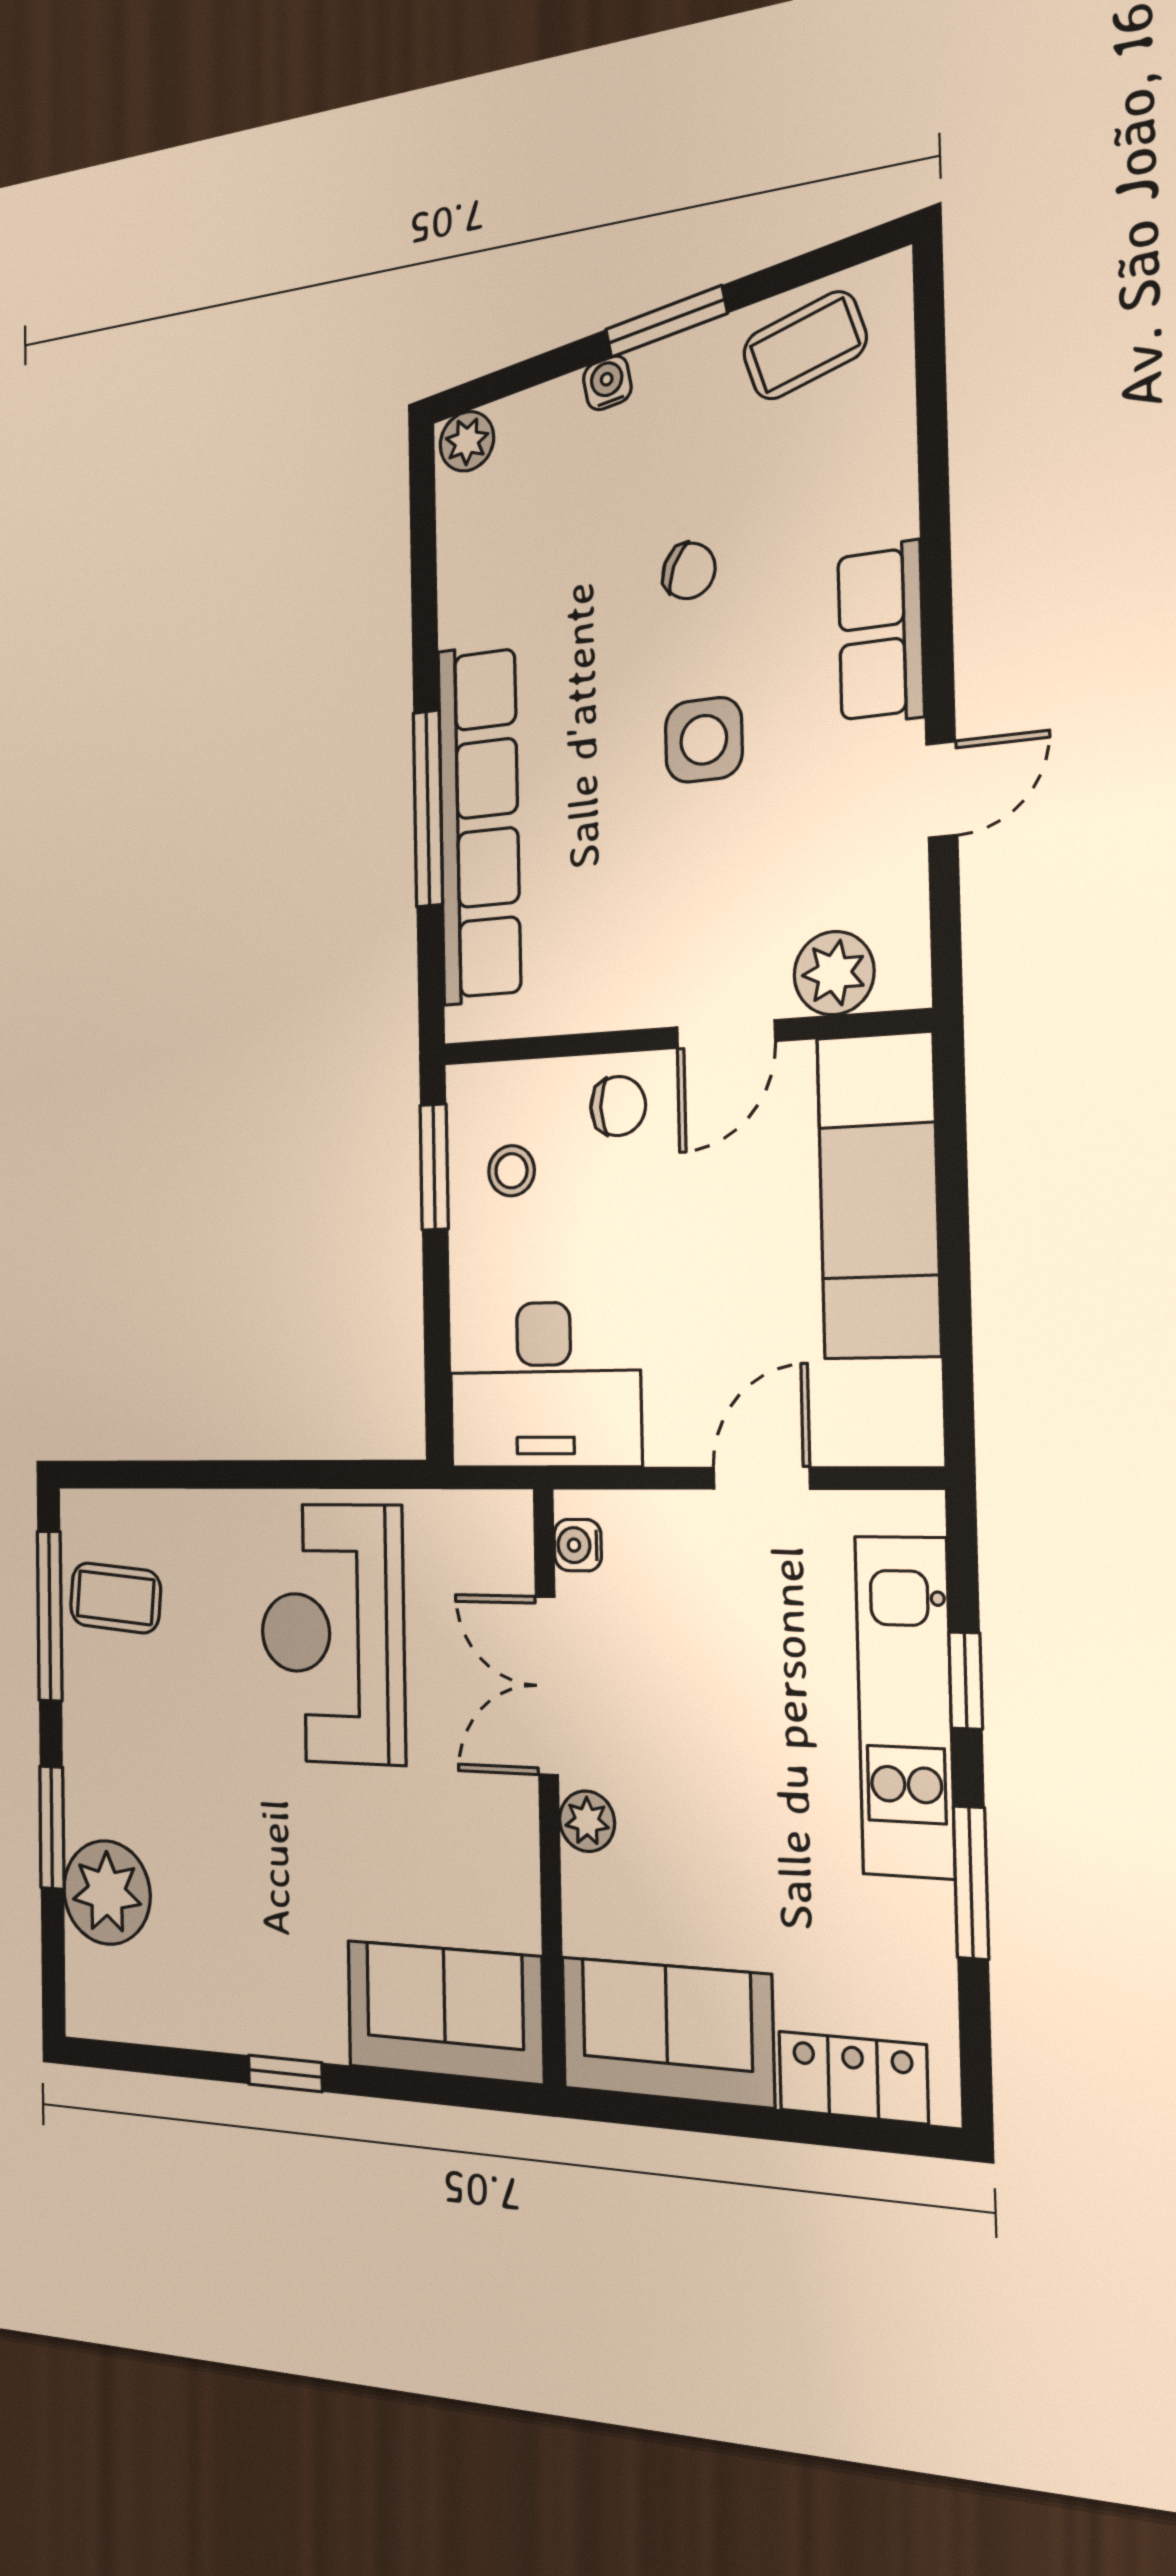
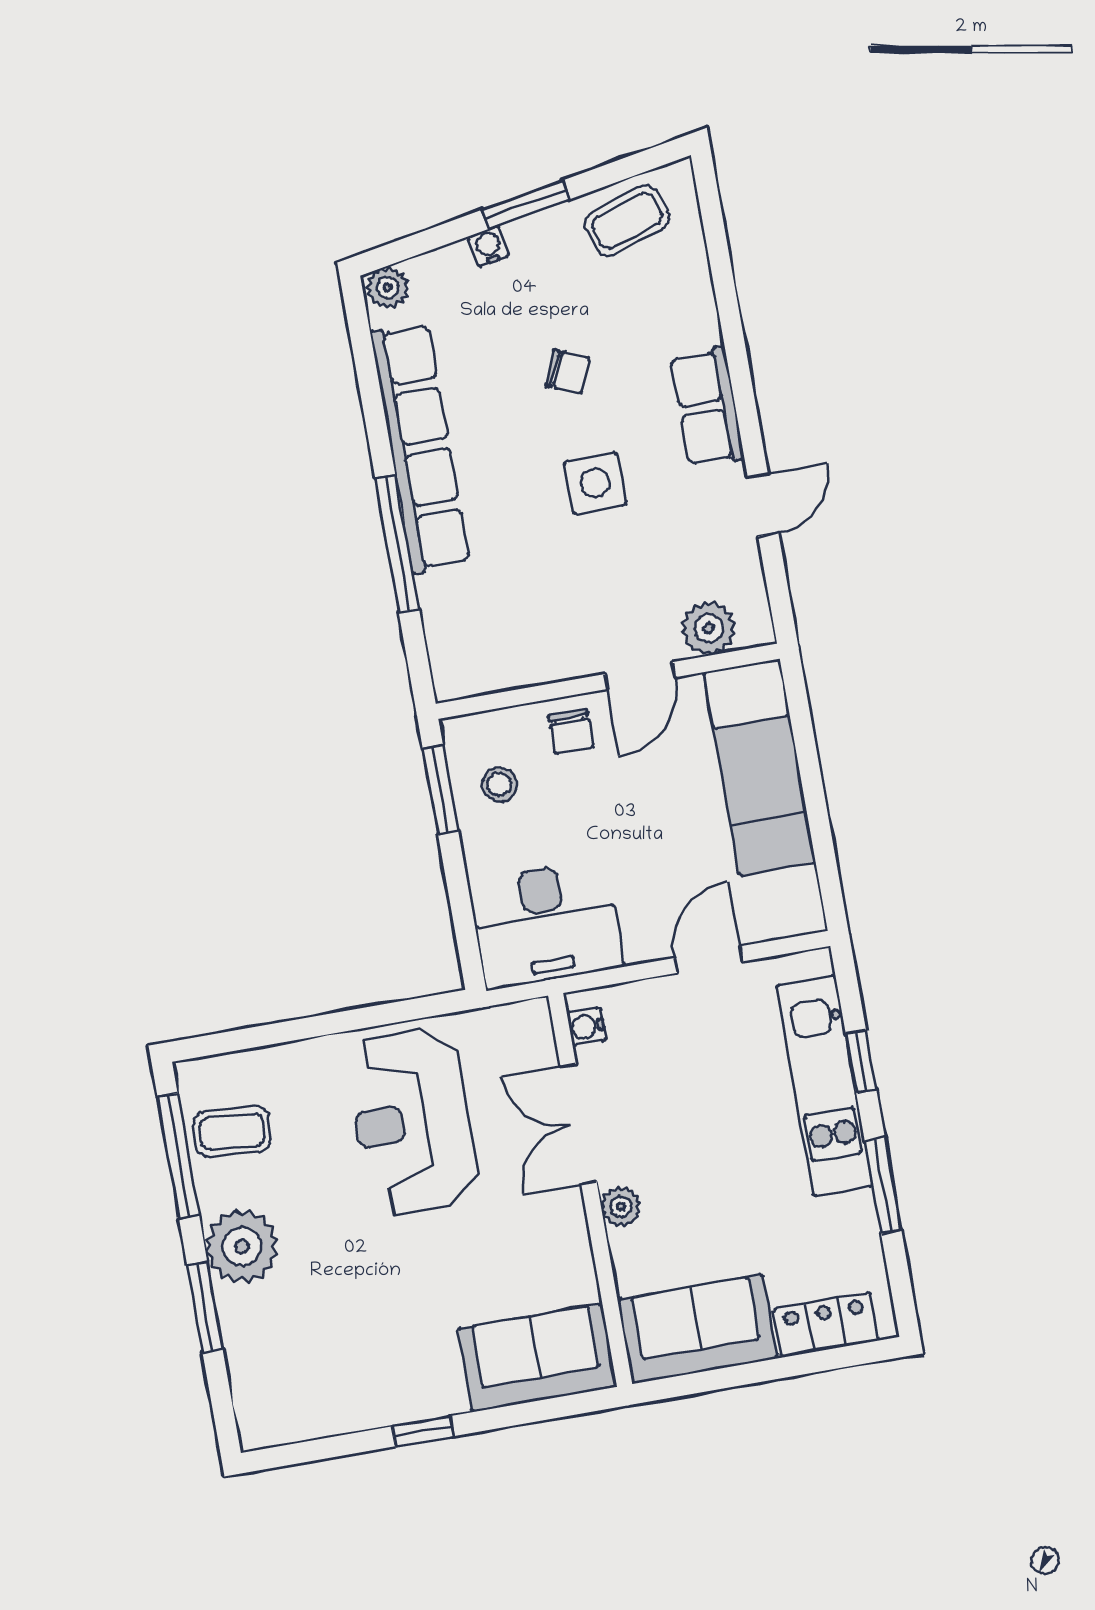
row of seats: (479, 824) -> (420, 448), moved
chair: (618, 1106) -> (571, 732), turned 90
plant: (107, 1892) -> (242, 1247), moved

